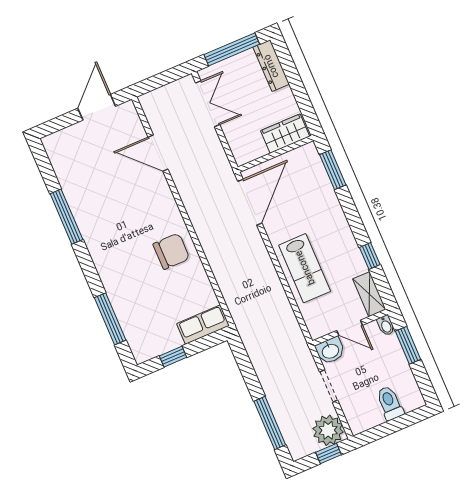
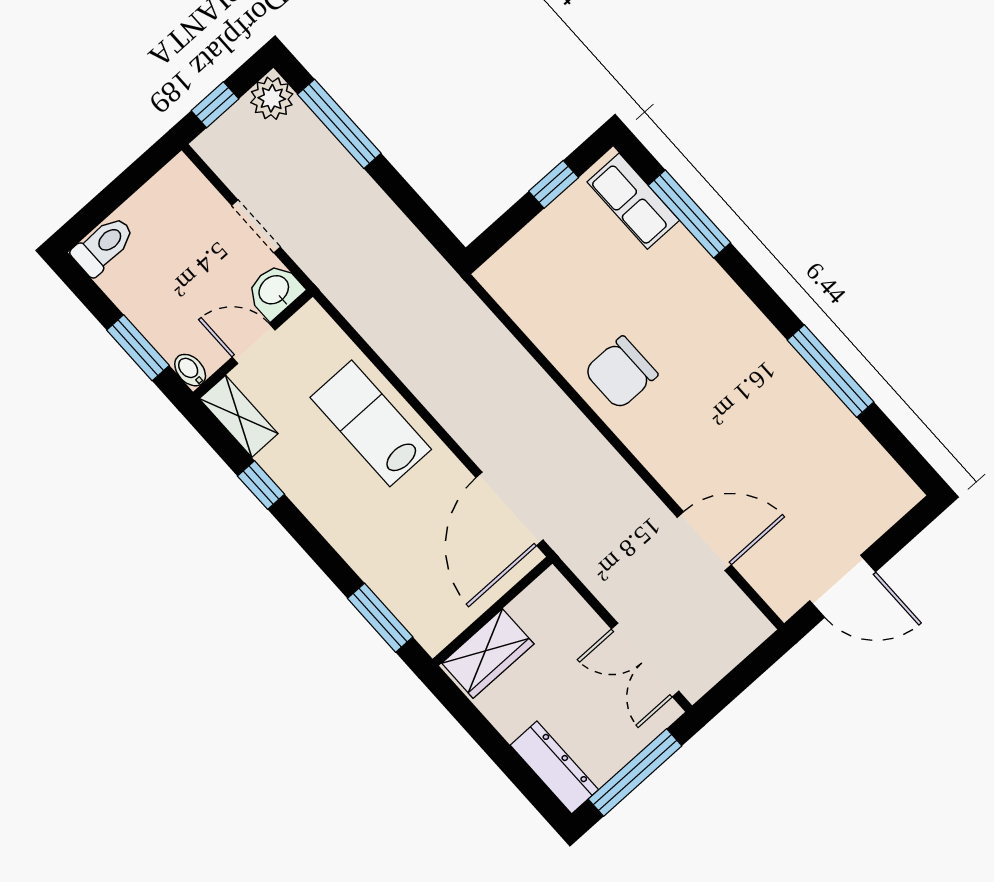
door: (97, 107) -> (843, 586), hinge flipped
row of seats: (203, 325) -> (633, 201), moved, turned 90
toilet: (390, 403) -> (103, 246), moved, turned -90
plant: (328, 430) -> (272, 98), moved, width x0.73, depth x0.73

